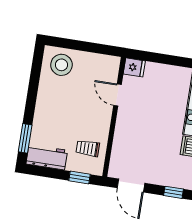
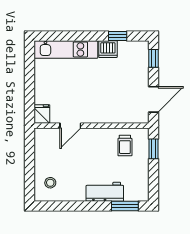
stool: (61, 65) -> (50, 183), width x0.53, depth x0.53
workbench: (47, 157) -> (105, 192), moved, turned 90

